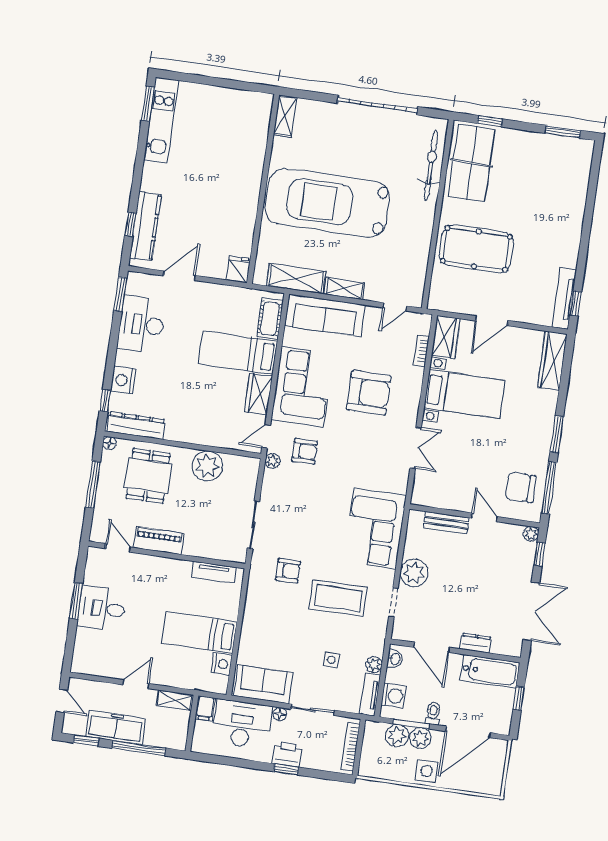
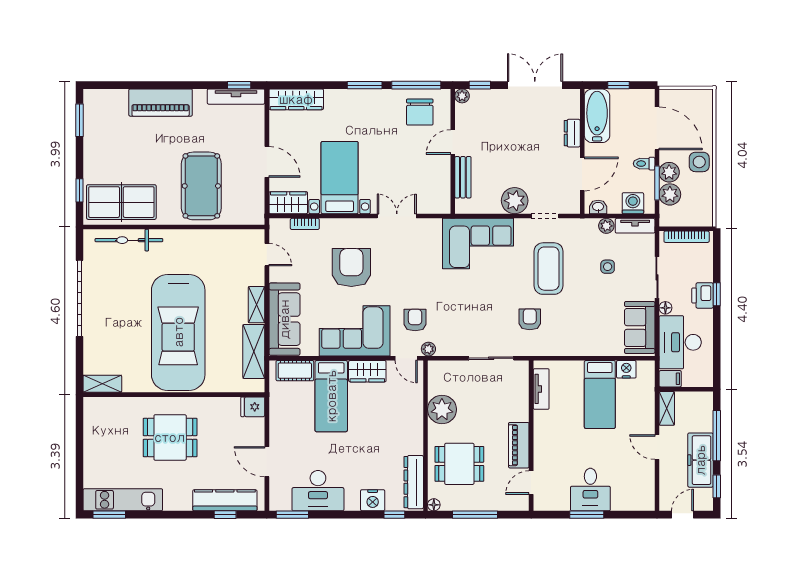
dining table: (219, 179) -> (170, 437), added
piano: (569, 219) -> (161, 103), added

